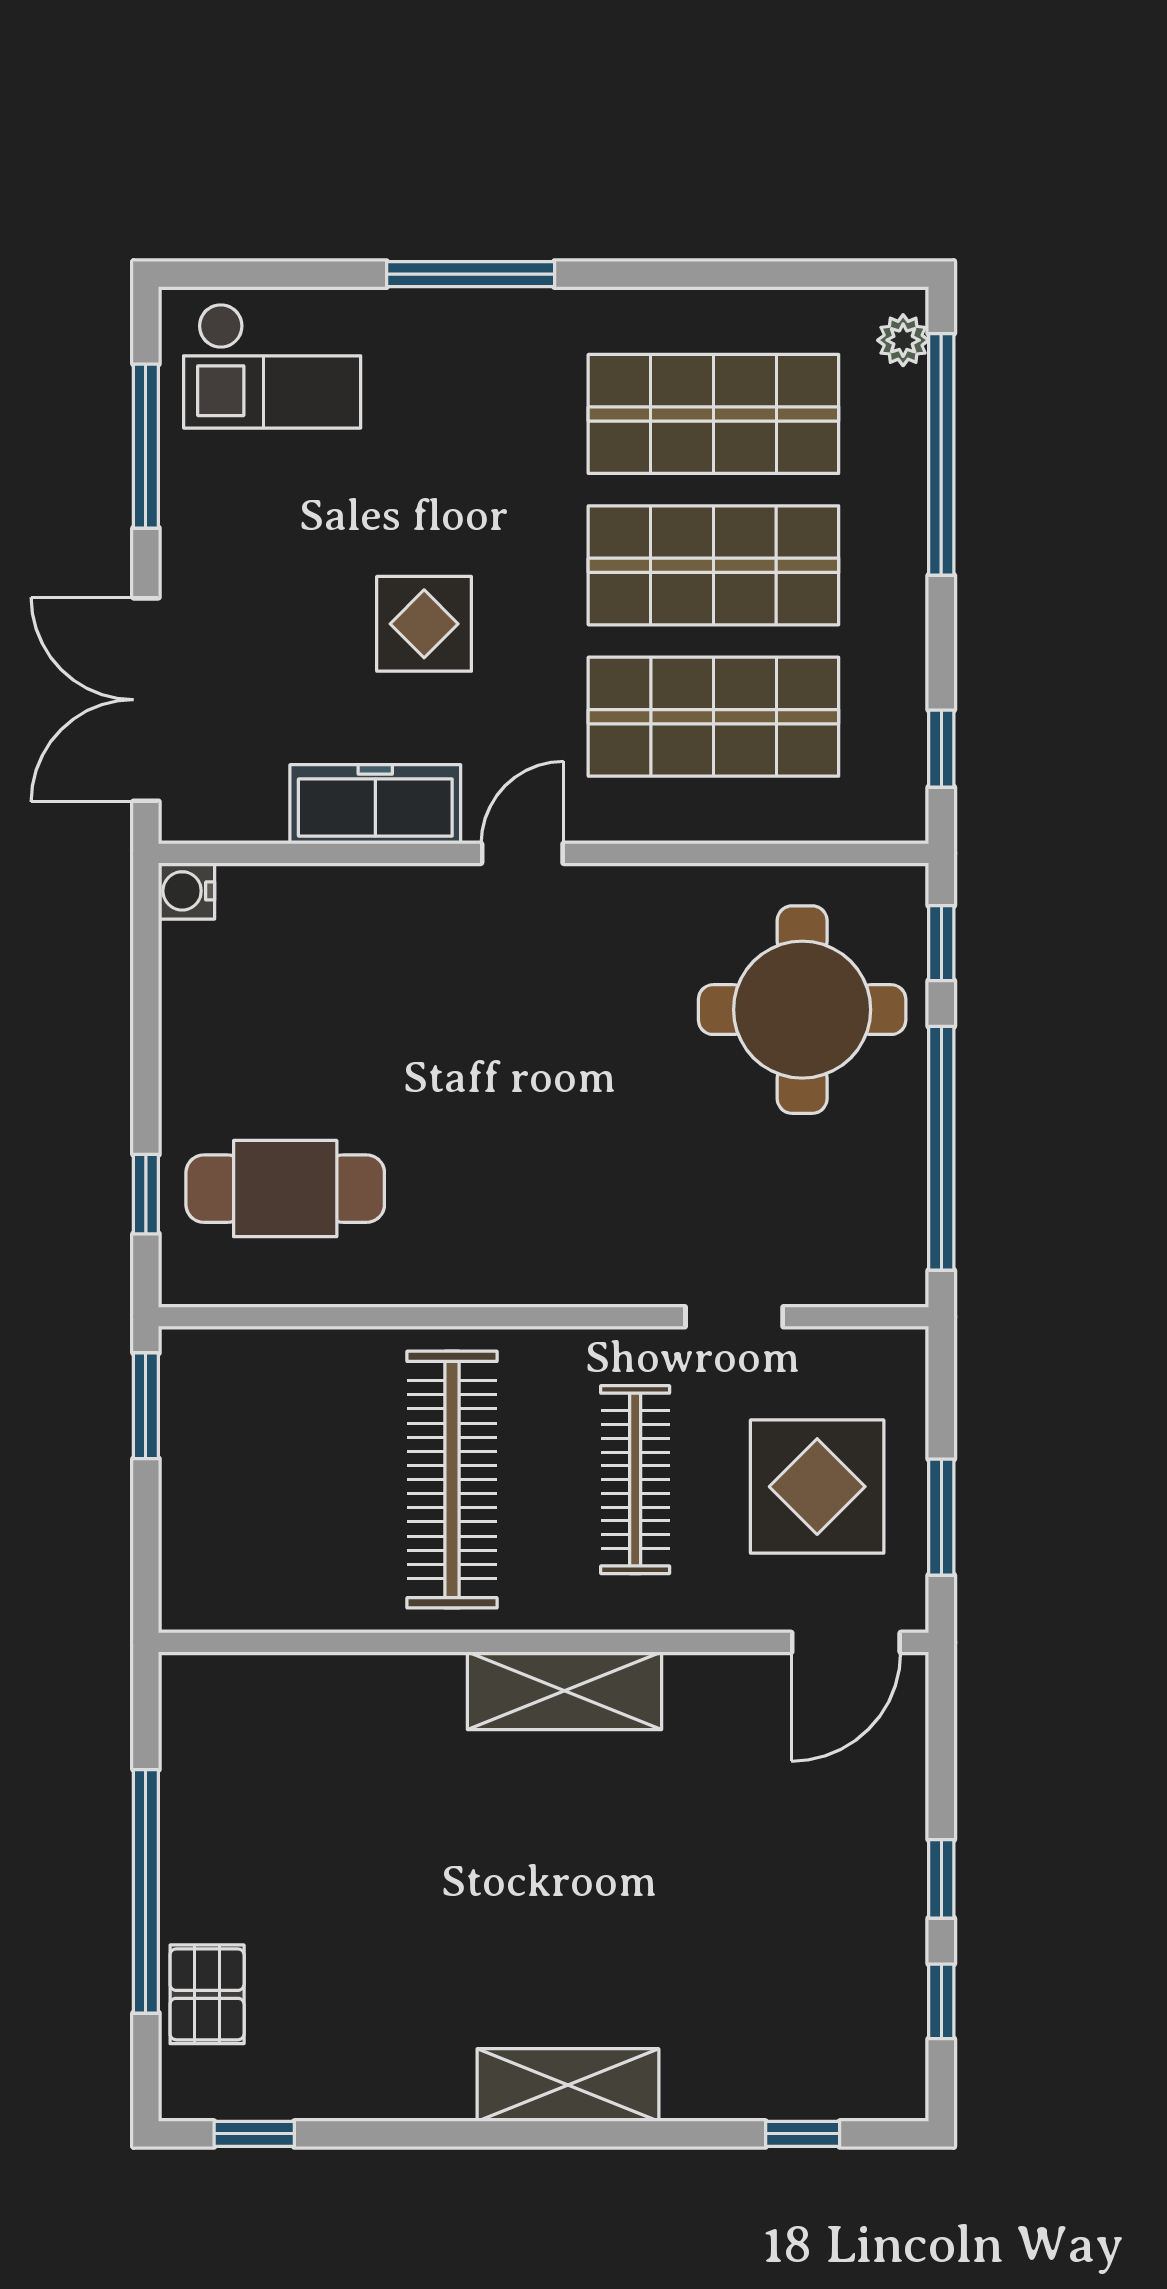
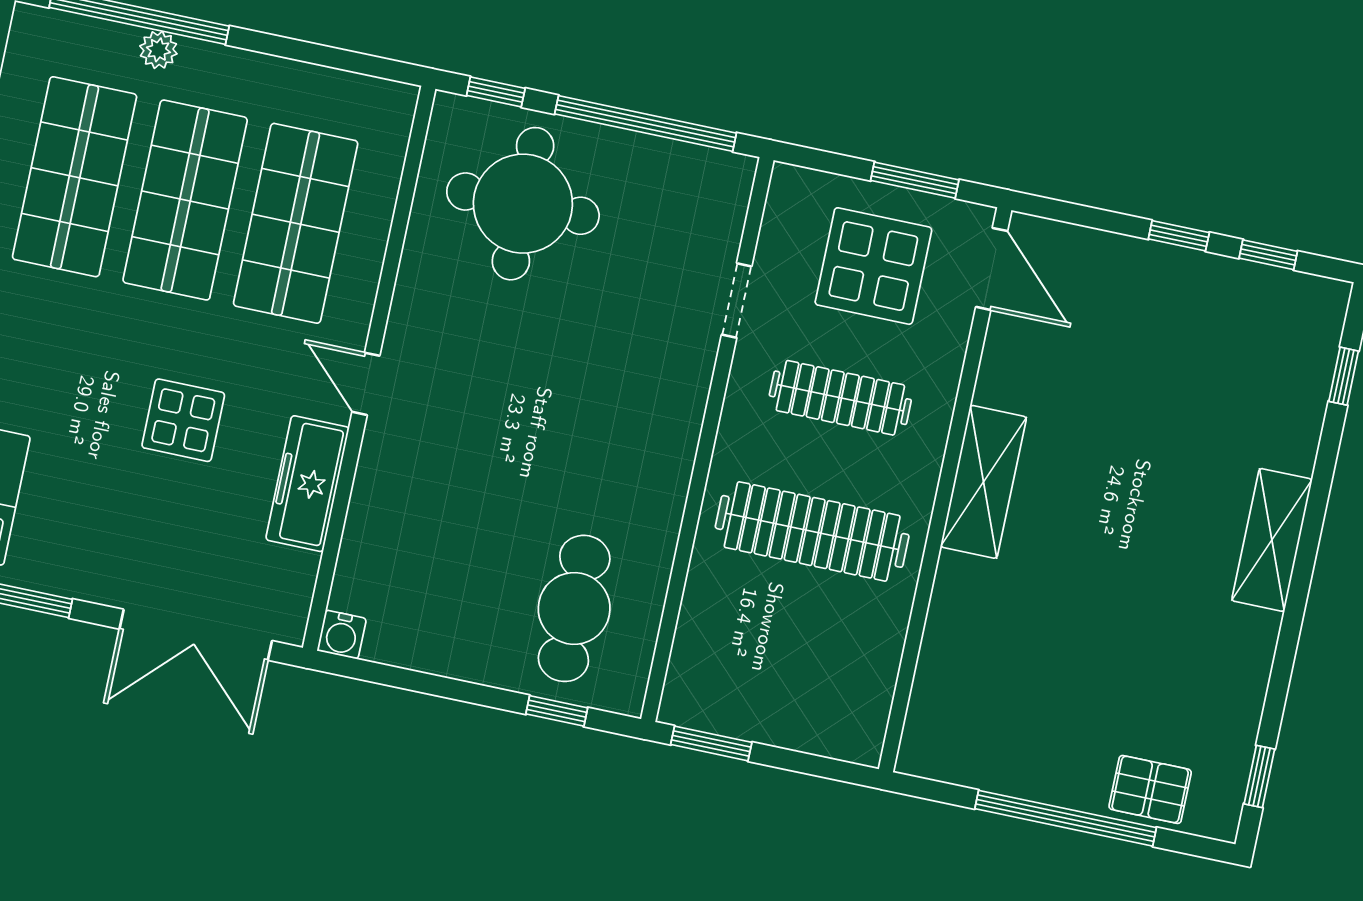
plant: (903, 340) -> (158, 50), moved
window: (941, 749) -> (354, 62), removed

